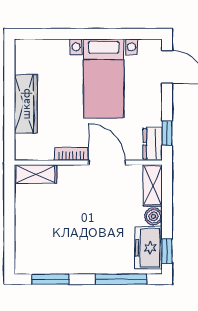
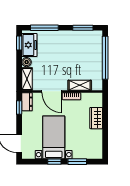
window: (61, 34) -> (77, 162), added
window: (103, 34) -> (54, 162), added
wardrobe: (26, 104) -> (96, 118), width x0.67
shelving: (36, 174) -> (80, 85), moved
window: (9, 224) -> (105, 58), added

